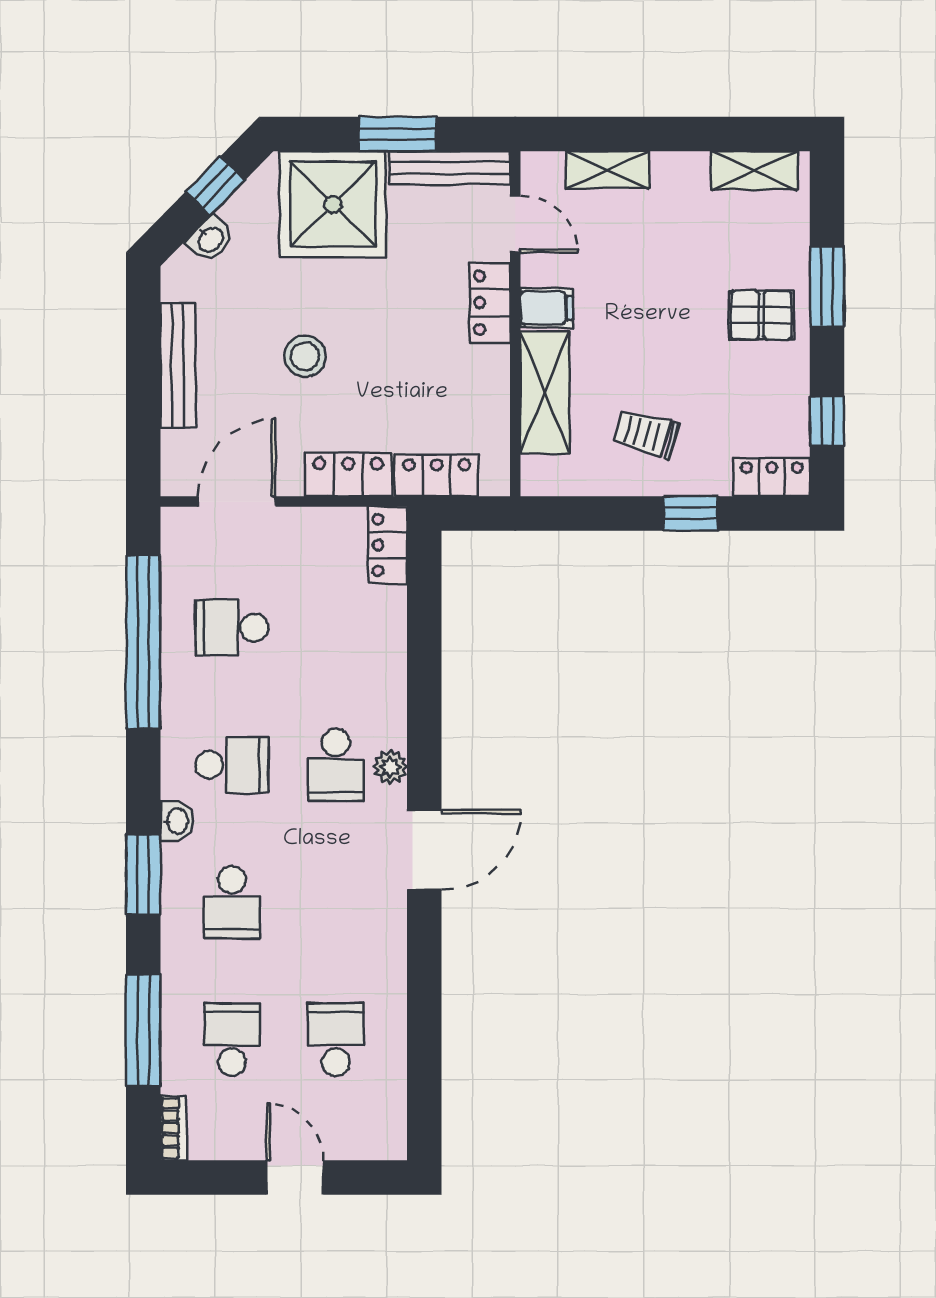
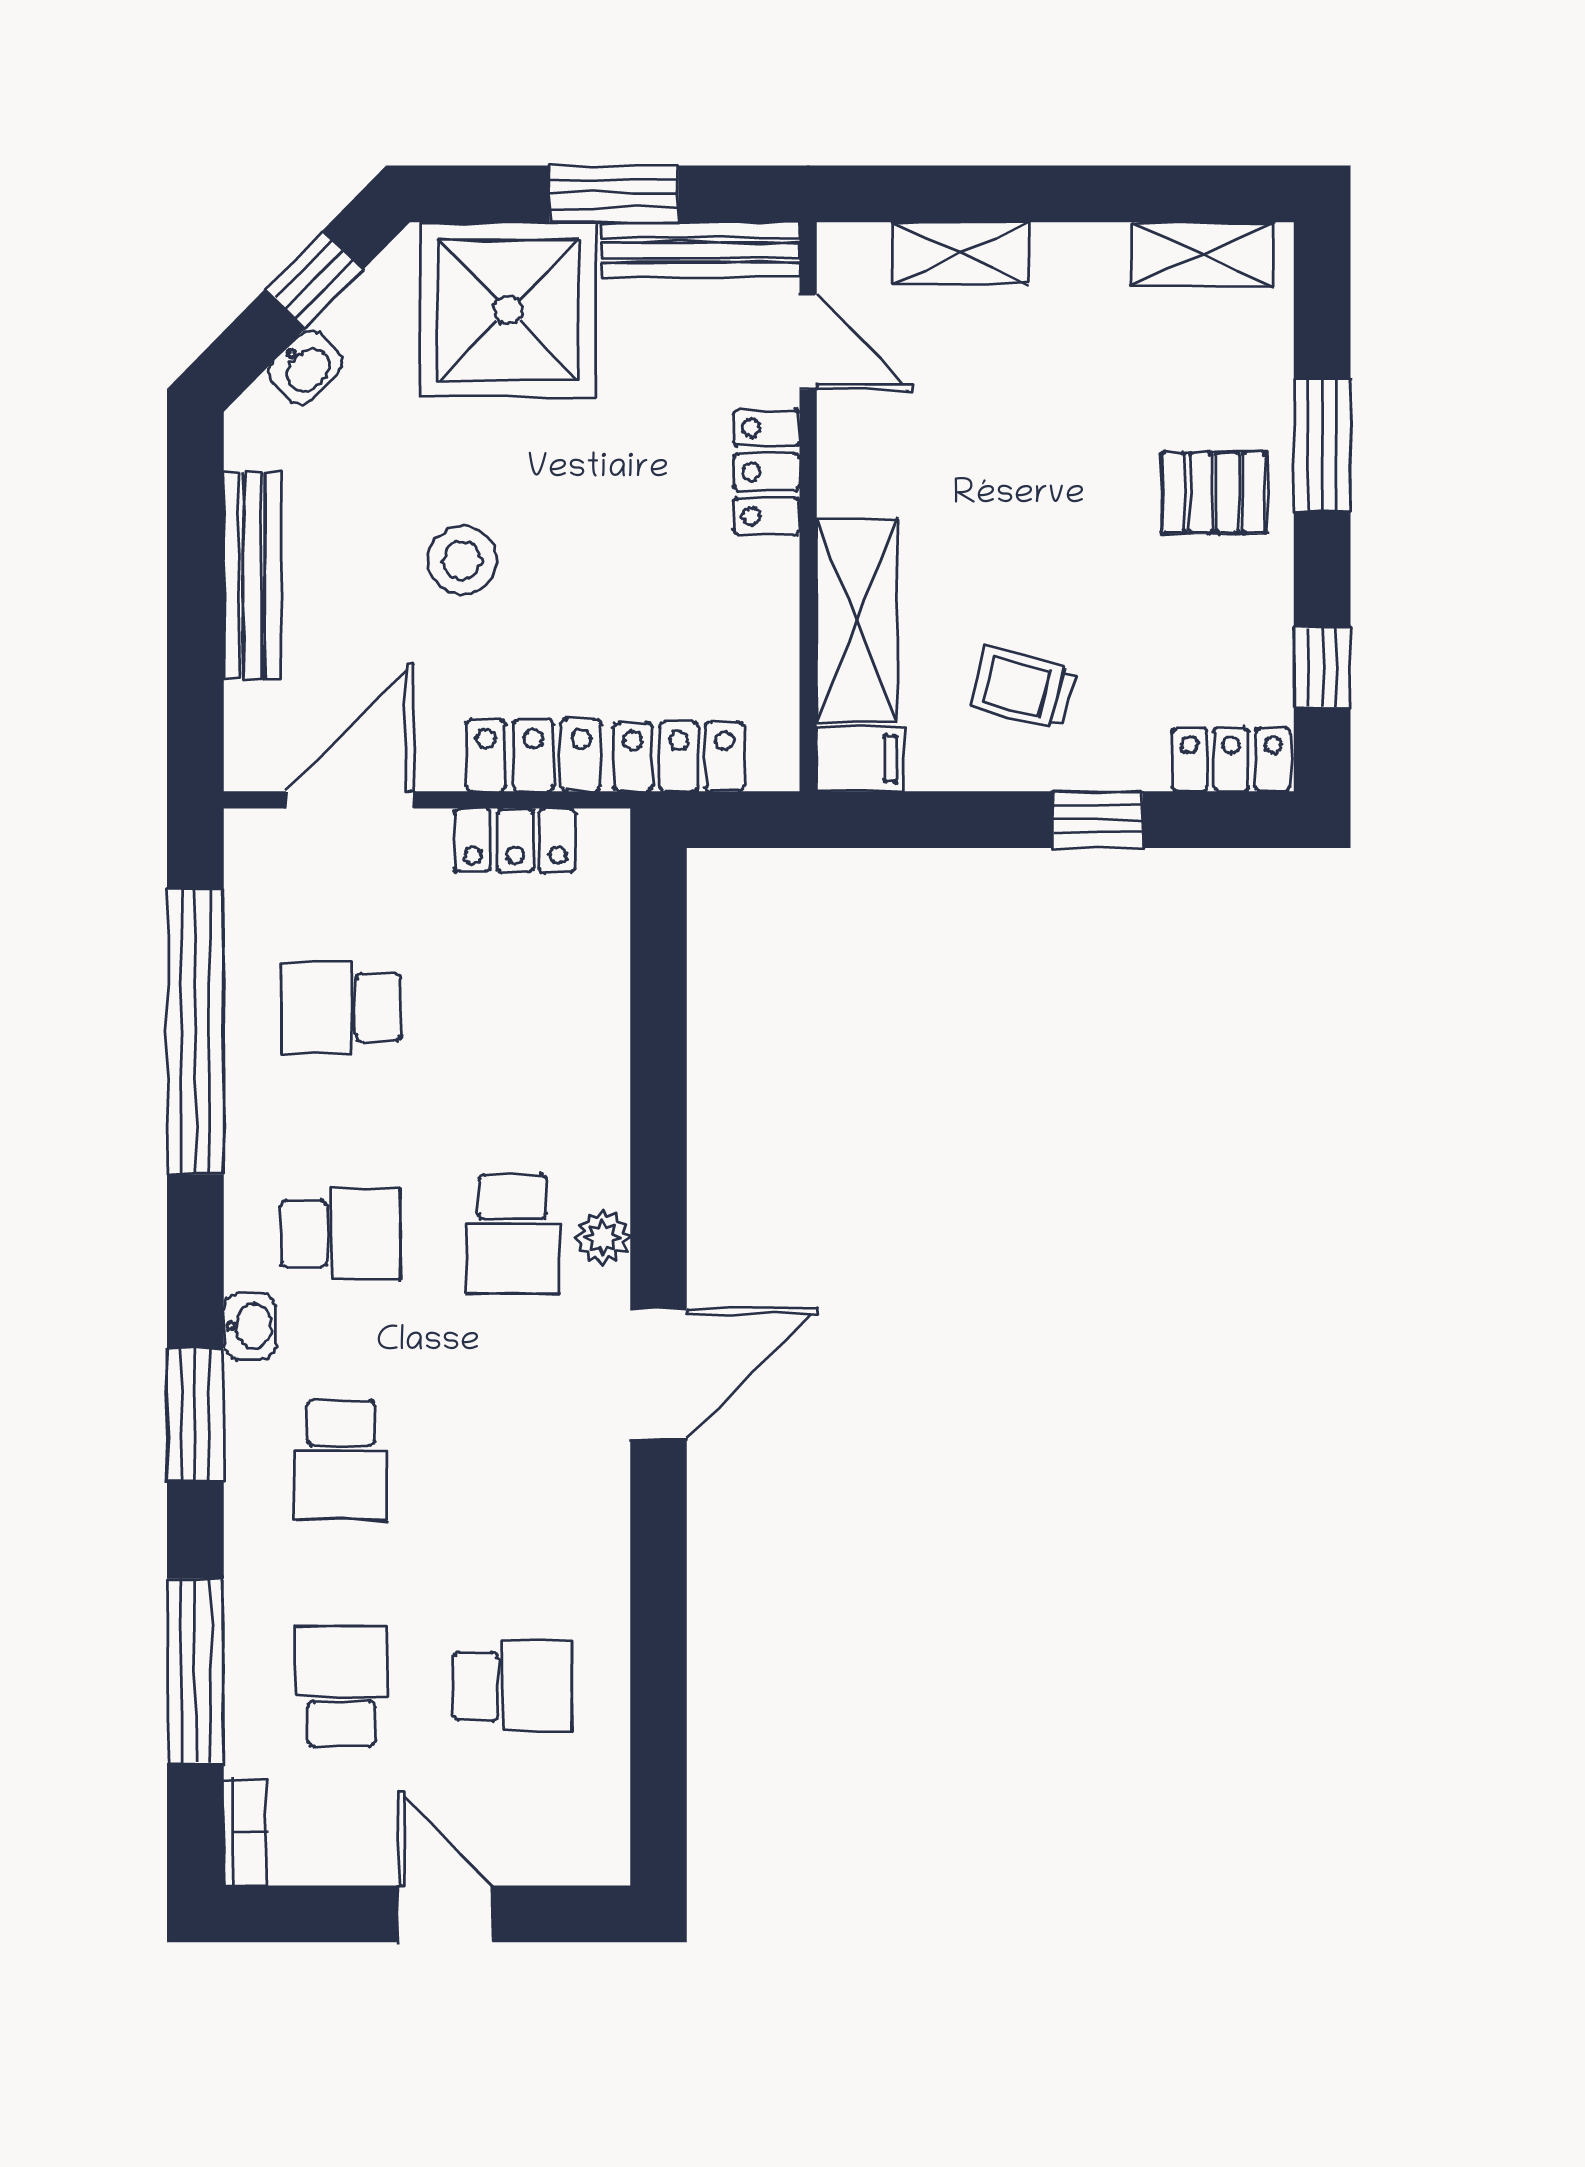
filing cabinet: (547, 308) -> (860, 759), moved
locker: (388, 545) -> (515, 840), moved, turned -90
school desk: (336, 1040) -> (513, 1686), turned 90

